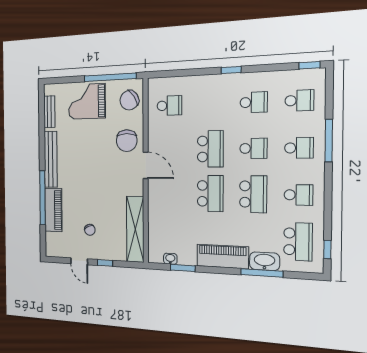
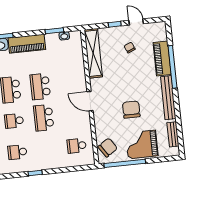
grand piano: (87, 101) -> (142, 144), turned 180
chair: (127, 141) -> (131, 110), moved

